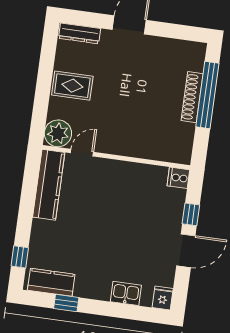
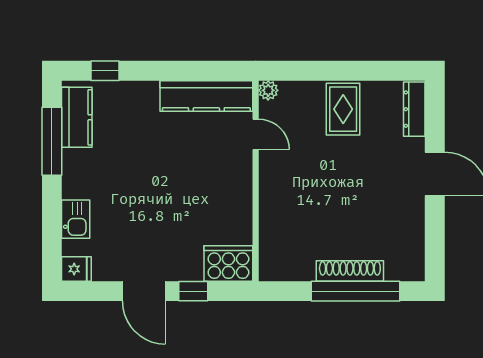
plant: (58, 133) -> (268, 90), width x0.53, depth x0.53
cooker: (178, 178) -> (228, 263), width x1.87, depth x1.31
window: (66, 303) -> (52, 141), width x2.17

